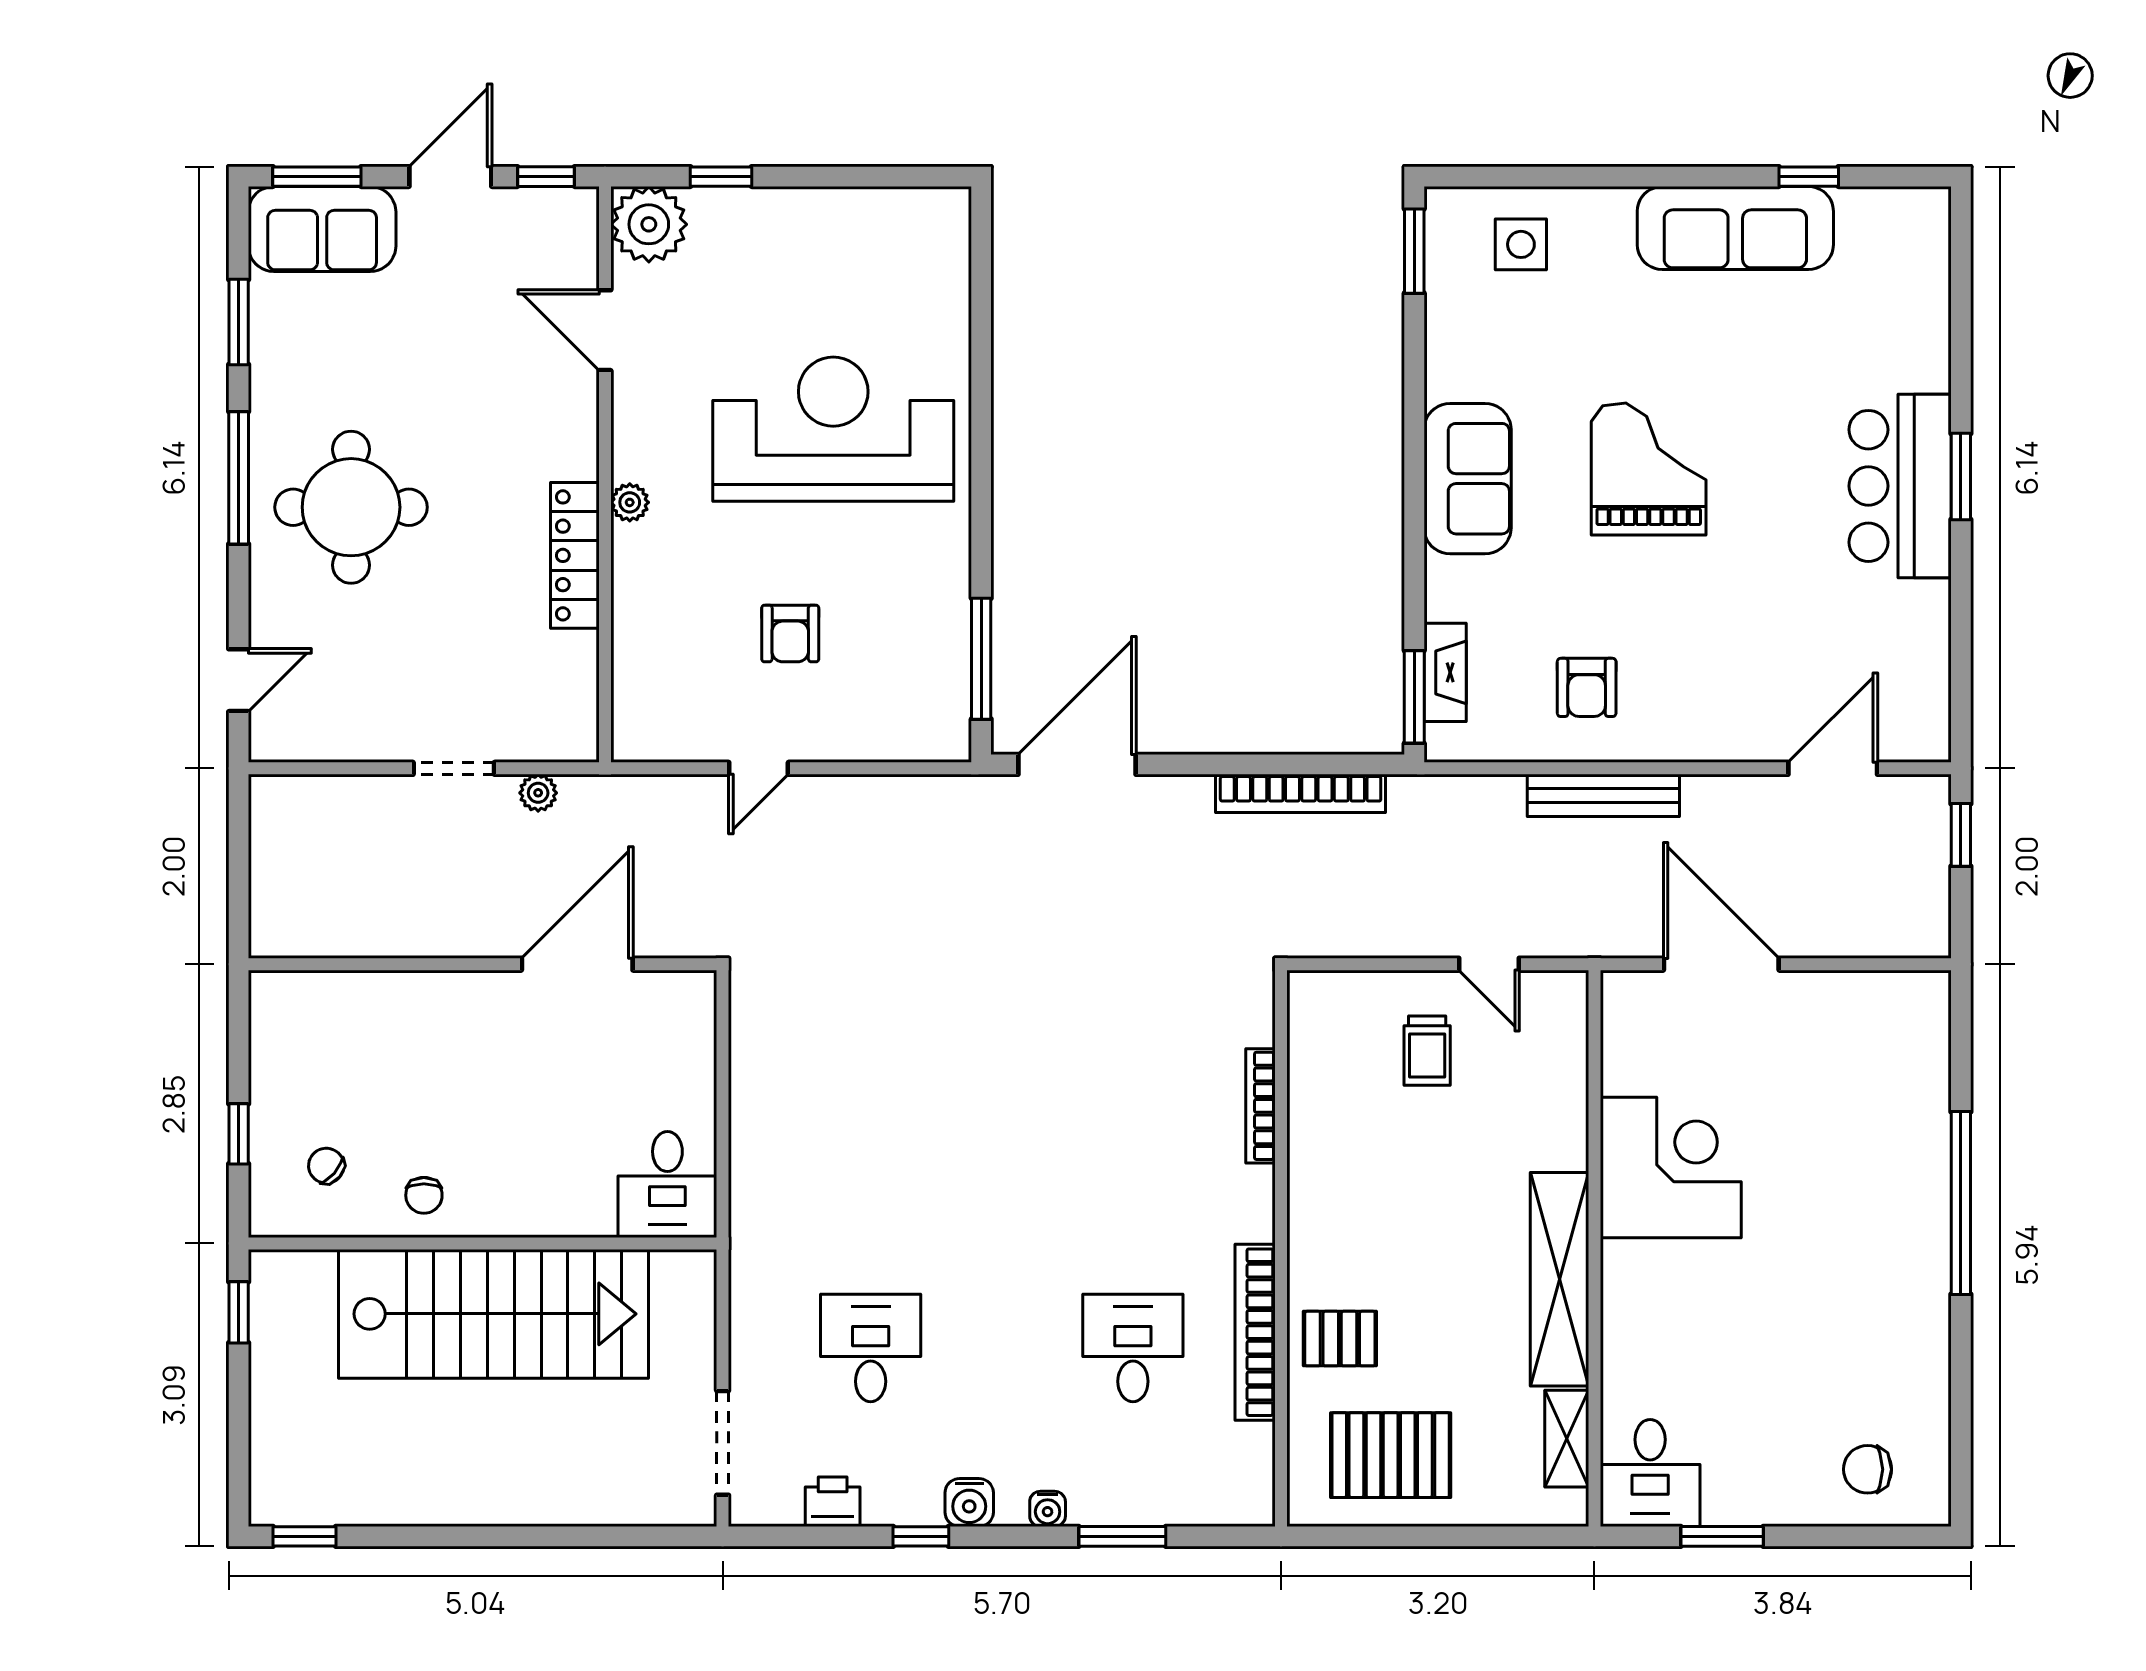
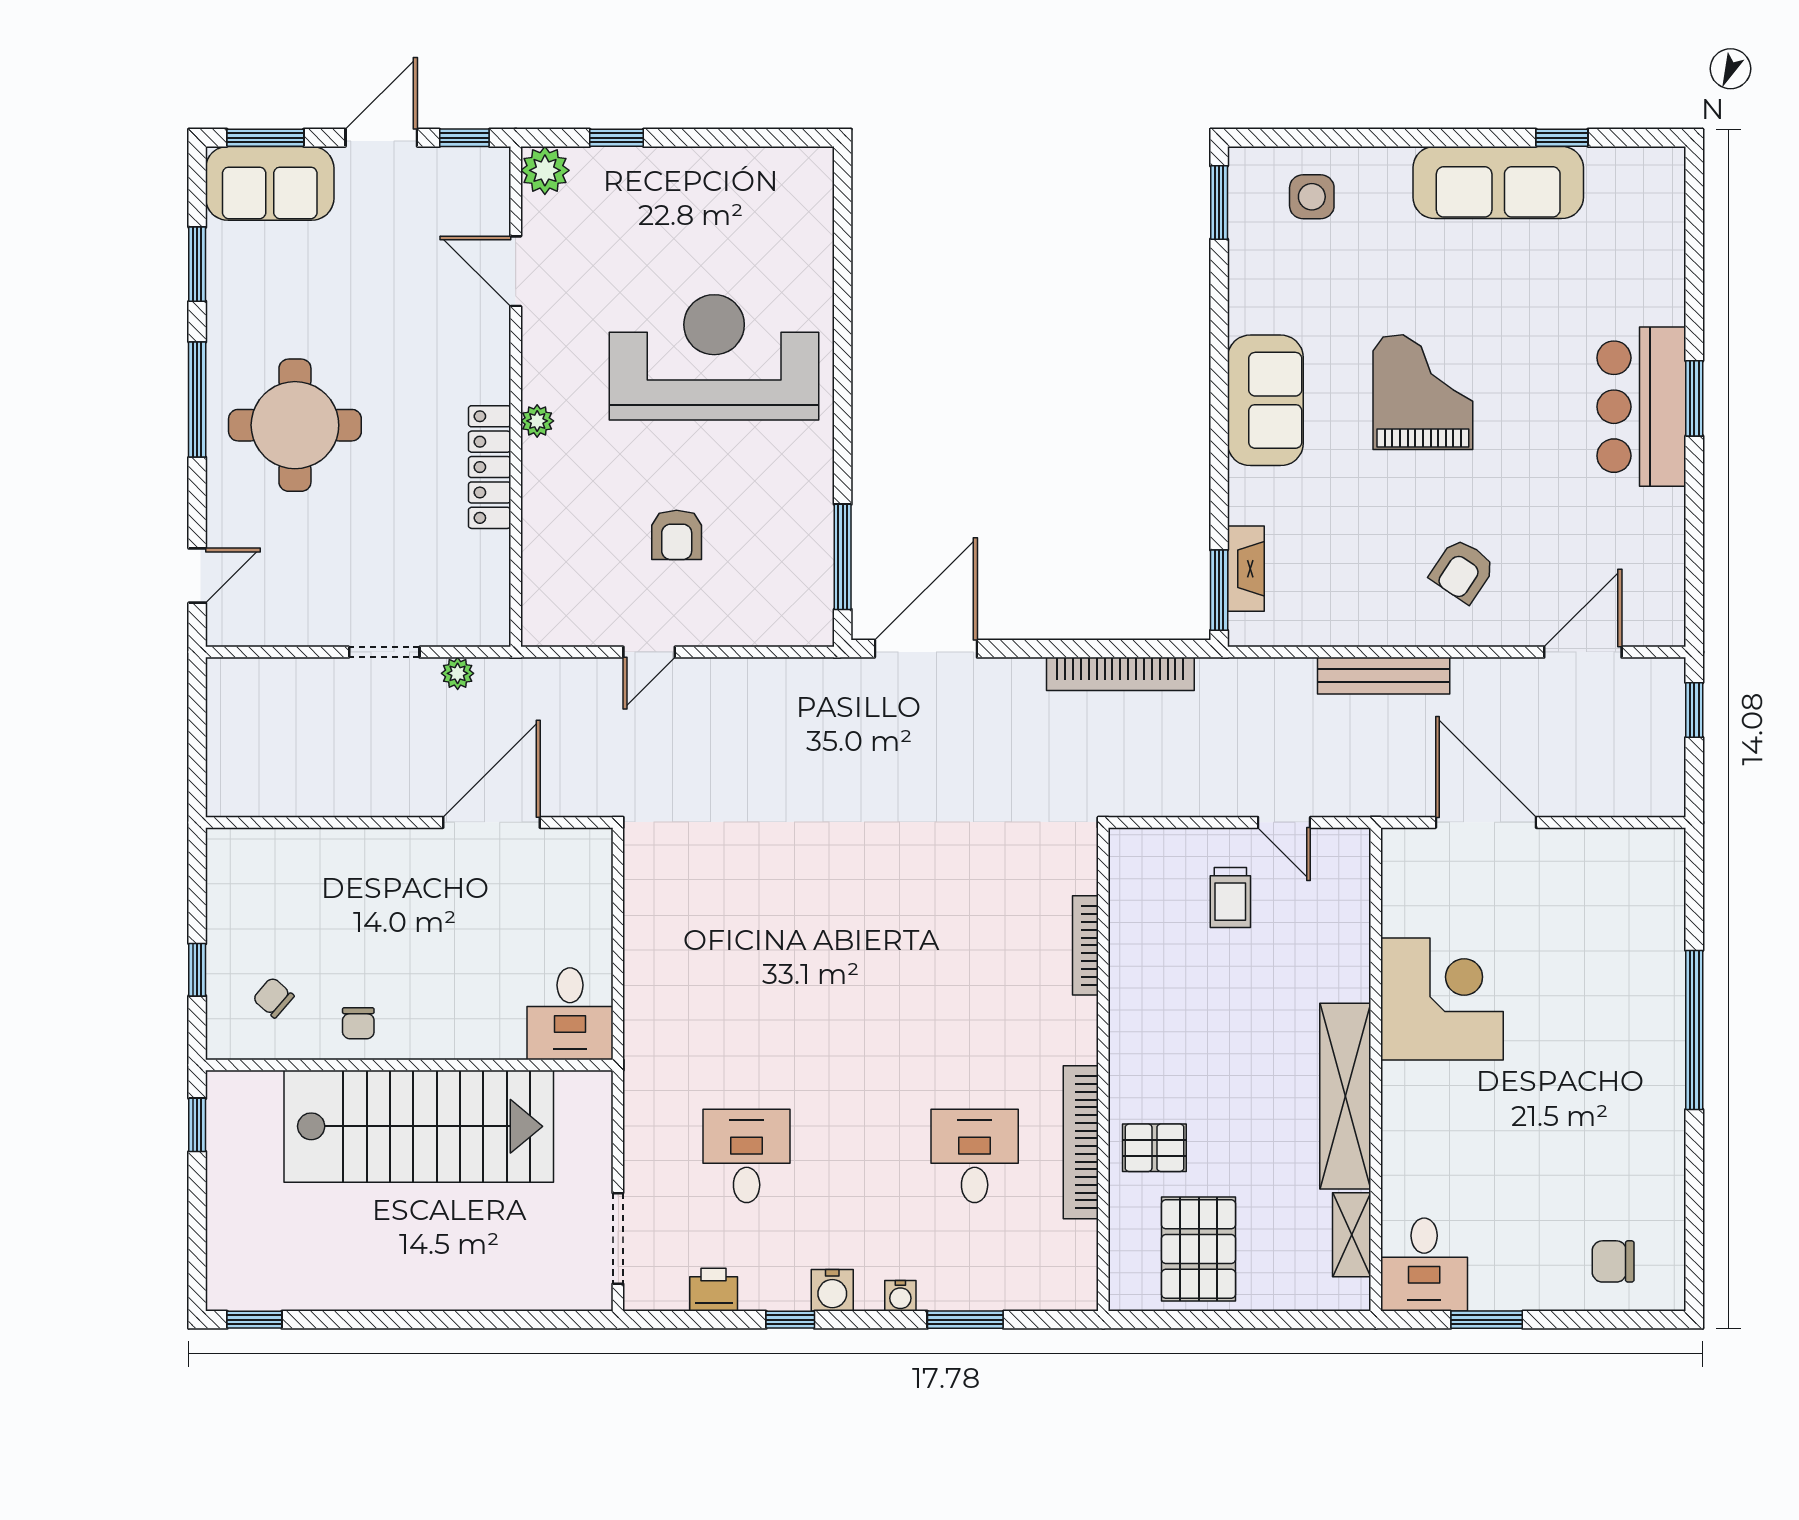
plant: (649, 224) -> (545, 170), width x0.73, depth x0.73
armchair: (1587, 687) -> (1462, 571), moved, turned 34
pallet: (1391, 1455) -> (1199, 1249), turned 90

